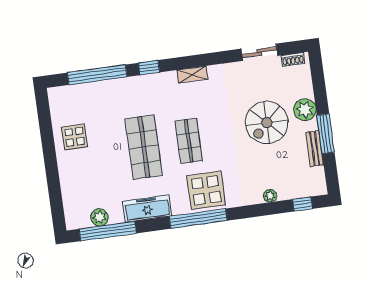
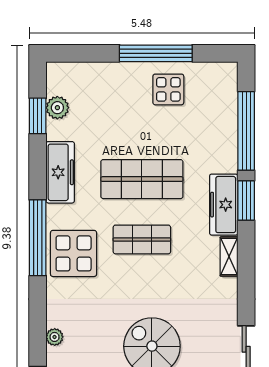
window: (149, 68) -> (246, 201), width x1.50
freezer: (154, 84) -> (224, 205), added
window: (49, 150) -> (156, 53), added
window: (108, 231) -> (38, 116), width x0.47

